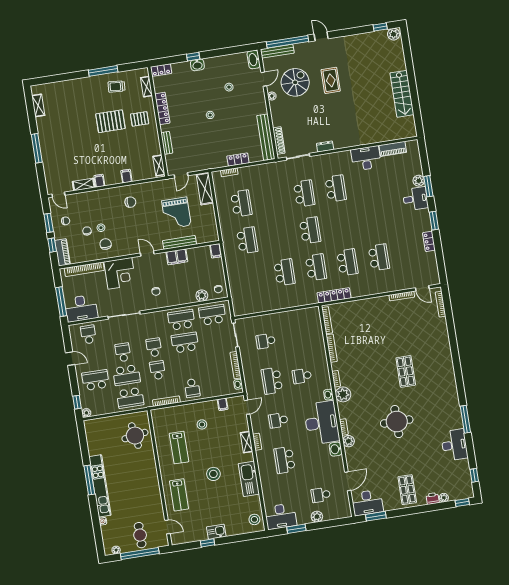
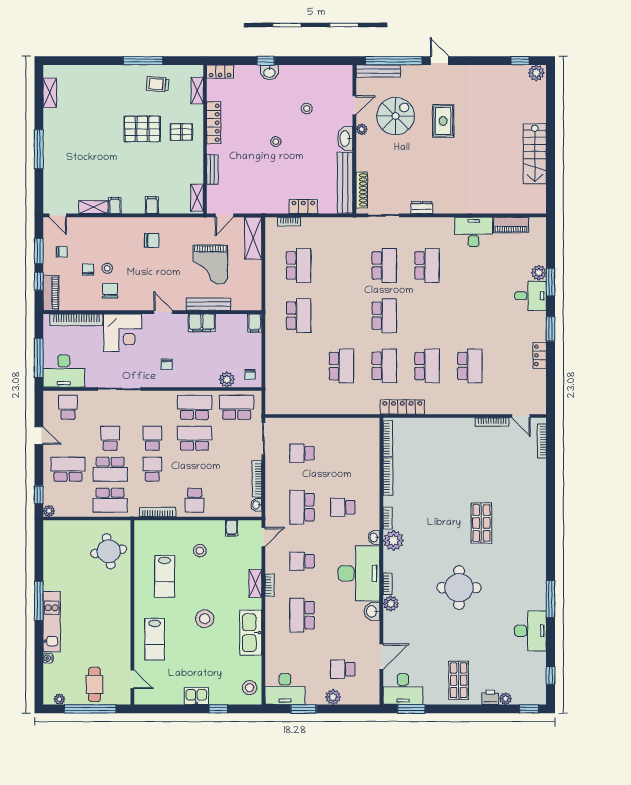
washbasin: (254, 59) -> (345, 139), moved
kitchen unit: (100, 486) -> (52, 622), width x0.73
window: (207, 543) -> (218, 709), moved

